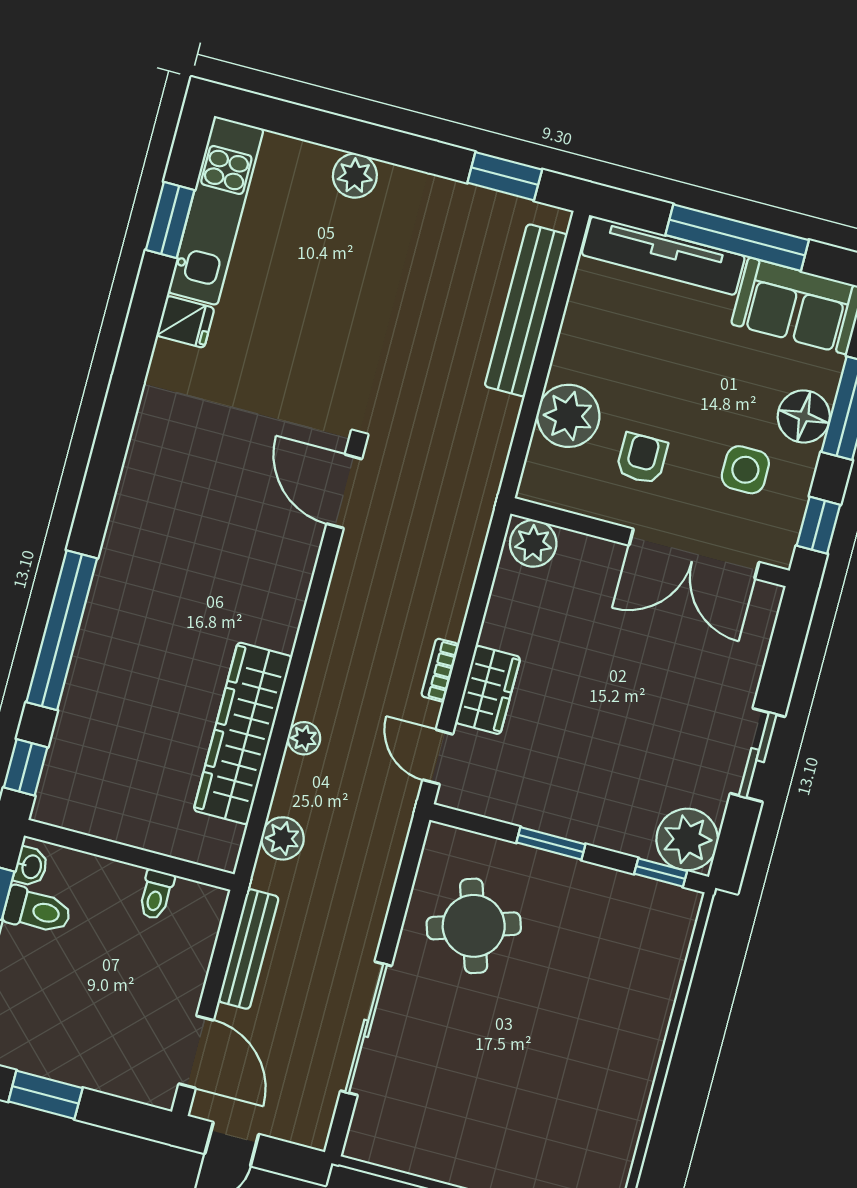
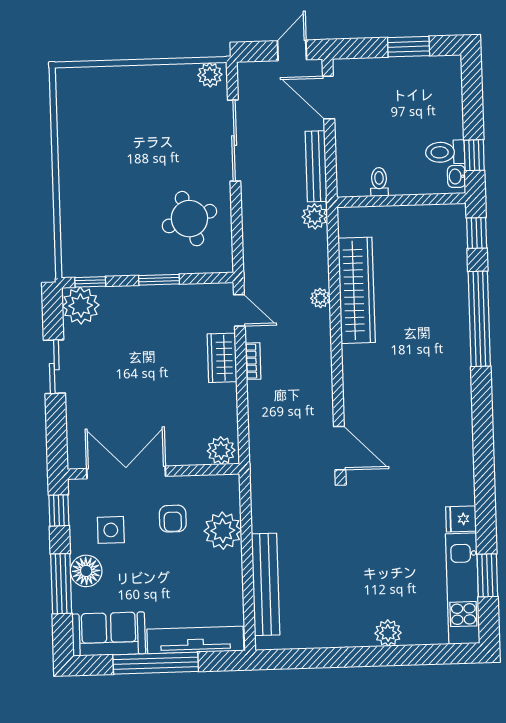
window: (505, 176) -> (301, 659), removed
plant: (283, 838) -> (315, 216), moved
plant: (373, 1144) -> (210, 75), added

